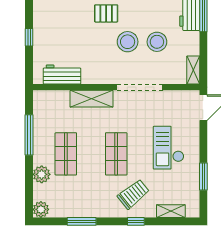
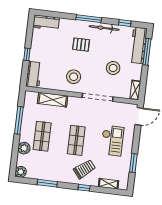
stool: (128, 42) -> (74, 77), moved
workbench: (62, 75) -> (34, 75), moved, turned 90
shelving: (92, 99) -> (53, 100), moved
checkout: (169, 148) -> (112, 141), turned 180

